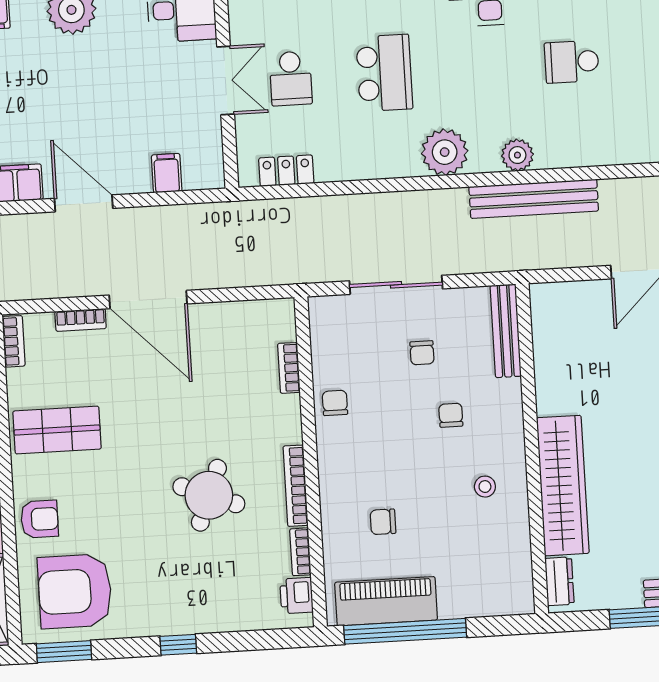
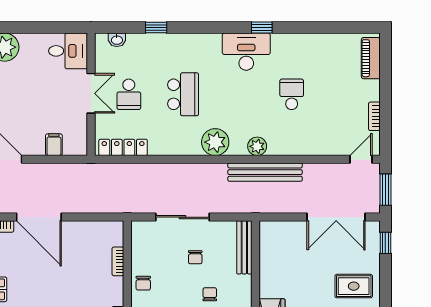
school desk: (572, 62) -> (292, 94), turned 90
locker: (286, 171) -> (123, 147), width x1.53
chair: (335, 403) -> (143, 283), turned 180

